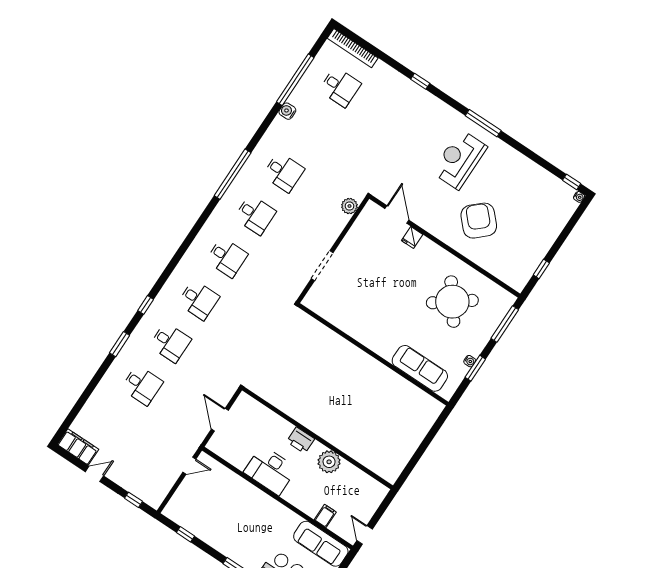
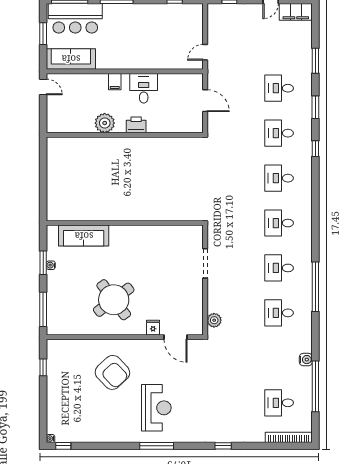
round table: (452, 302) -> (114, 300), moved
window: (90, 388) -> (315, 61), added
desk: (270, 470) -> (144, 88), width x0.73
filing cabinet: (325, 516) -> (115, 82), moved

